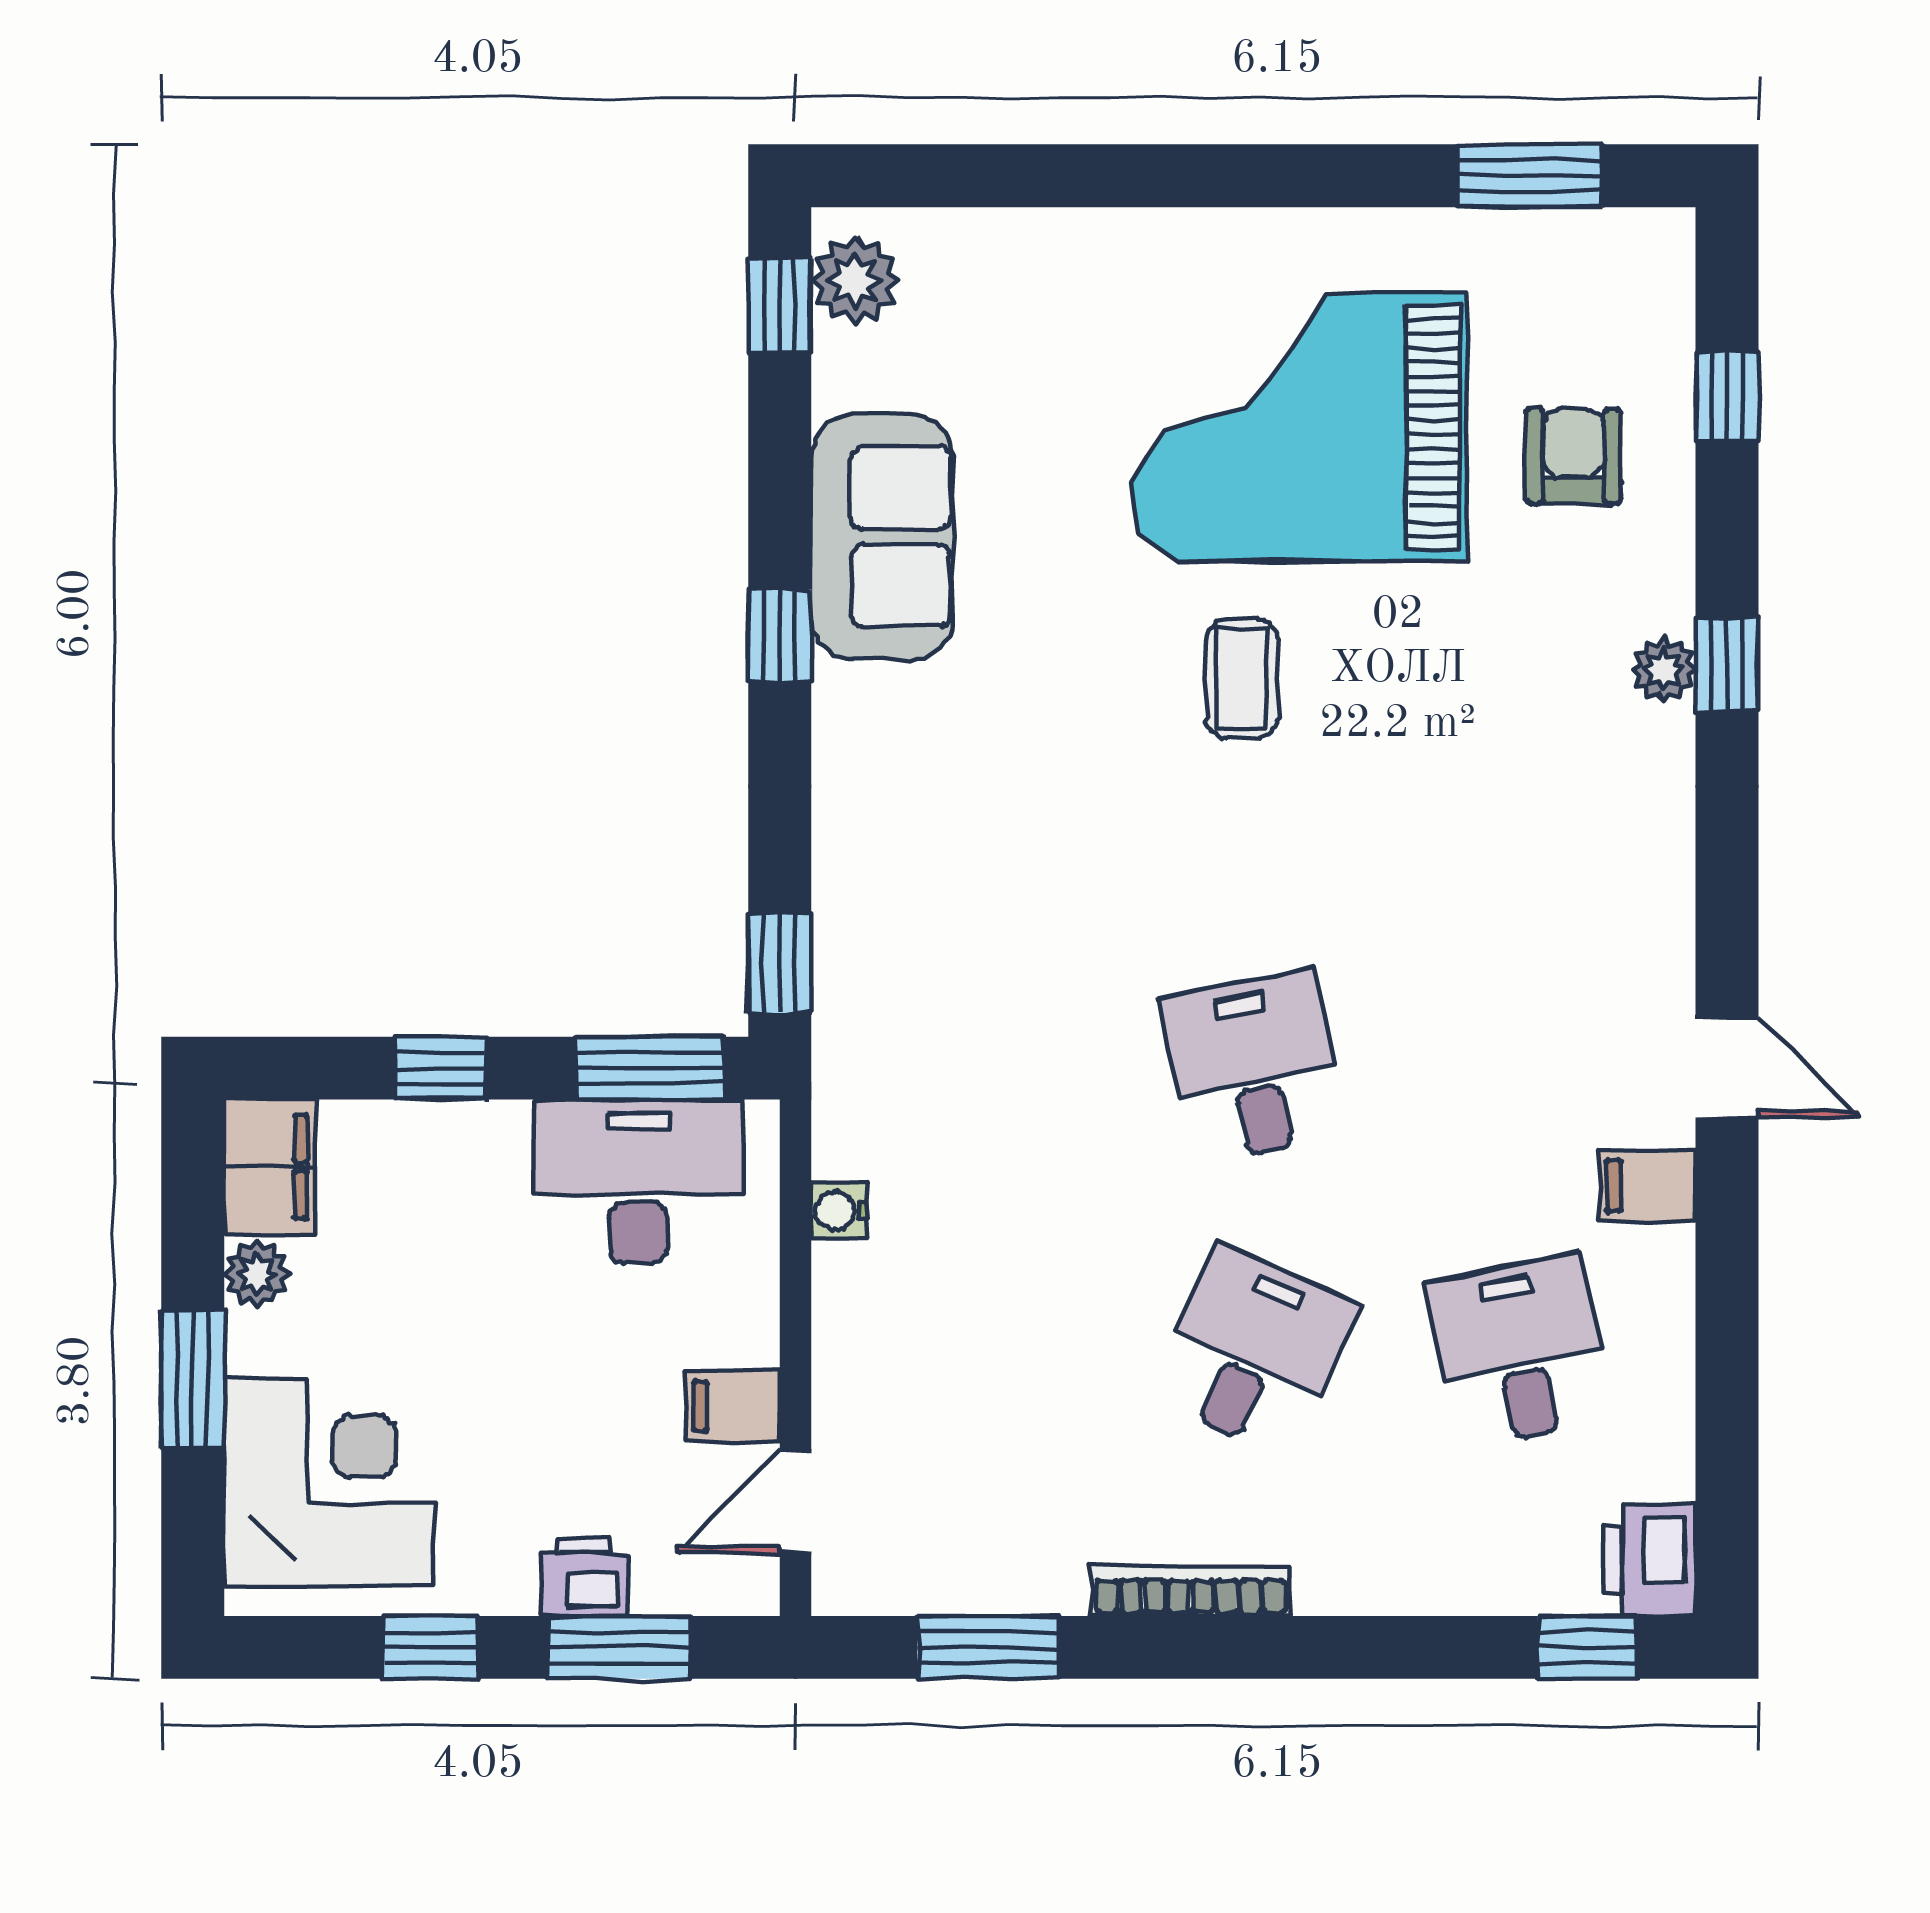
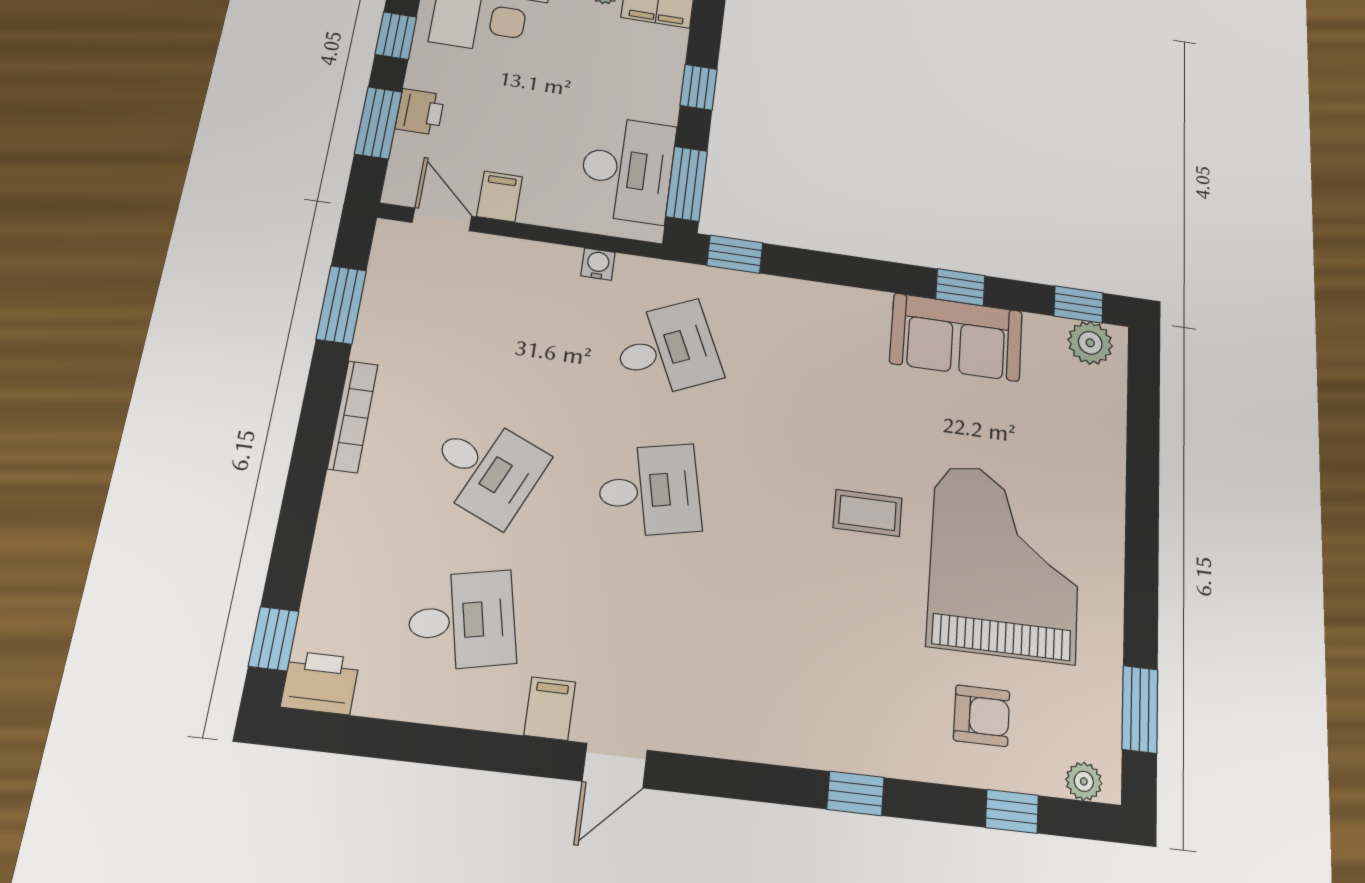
window: (780, 635) -> (960, 287), moved
plant: (1664, 669) -> (1084, 781), moved
desk: (987, 1067) -> (667, 350), added

